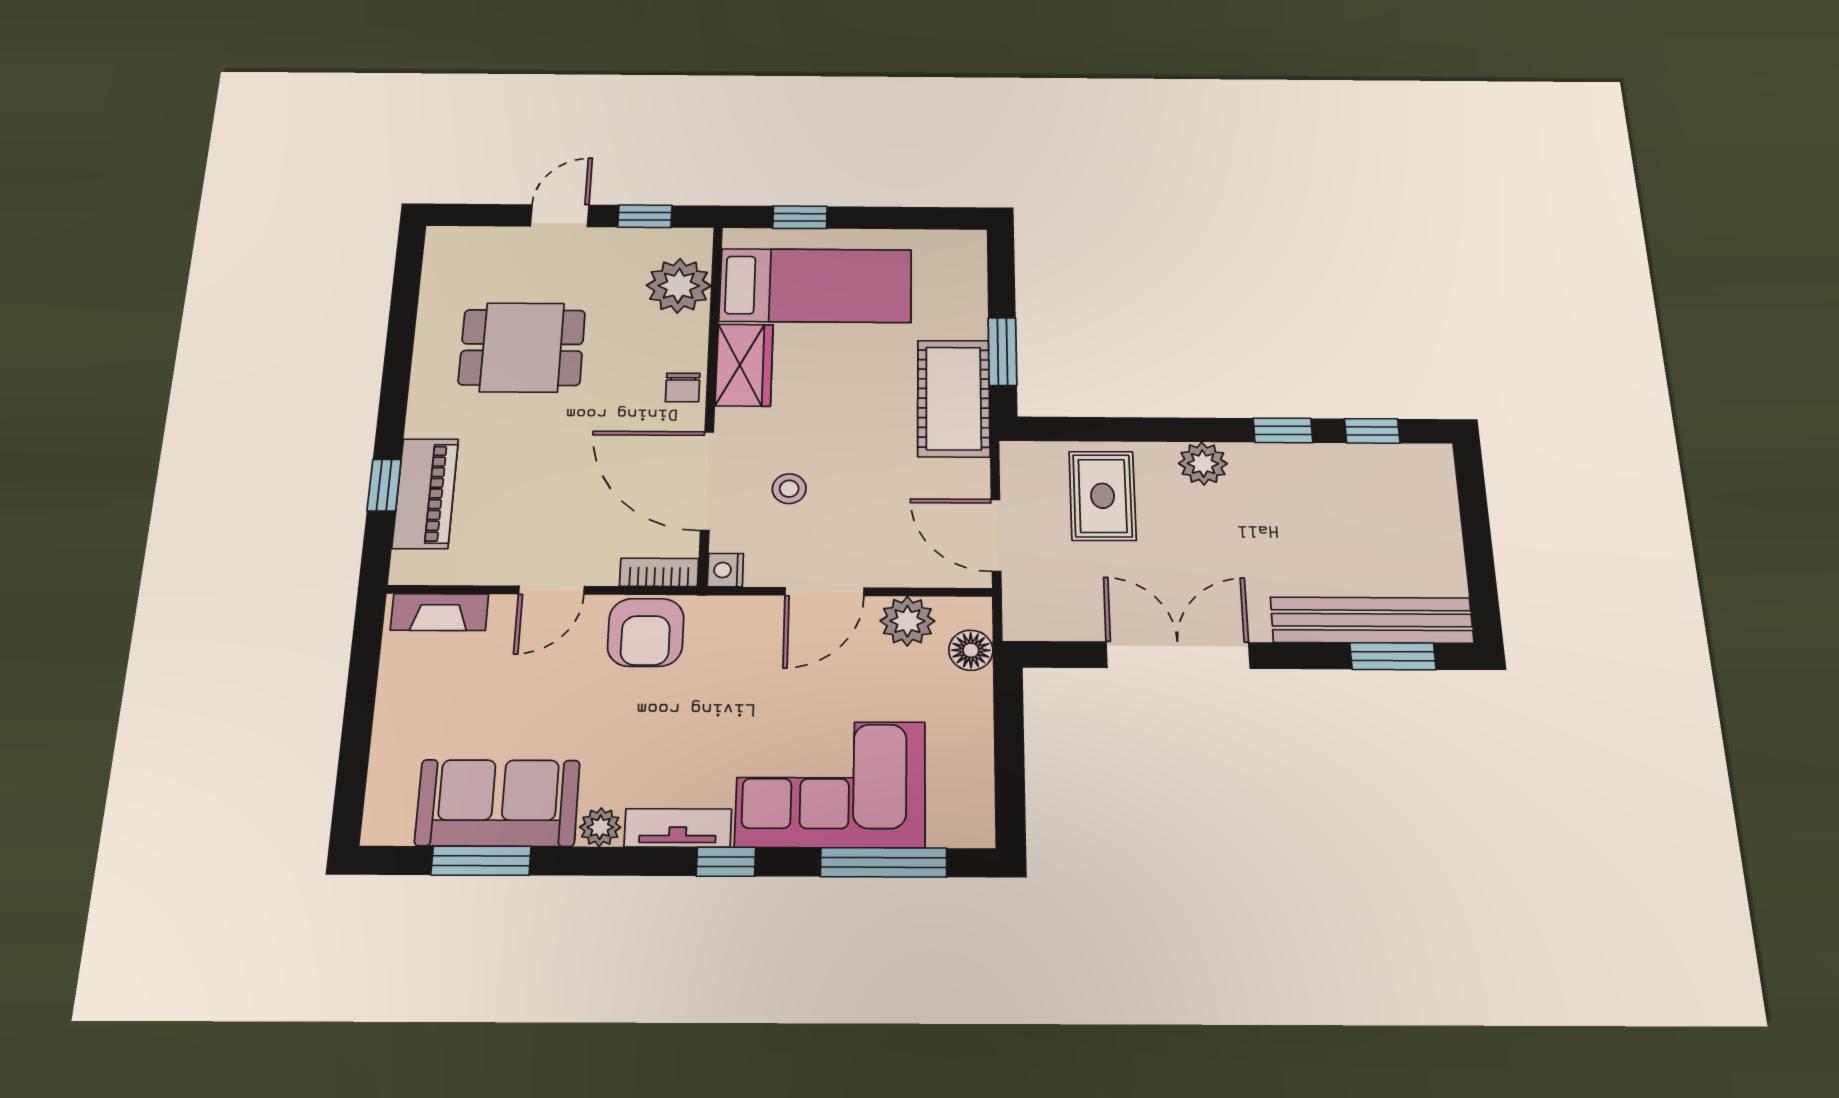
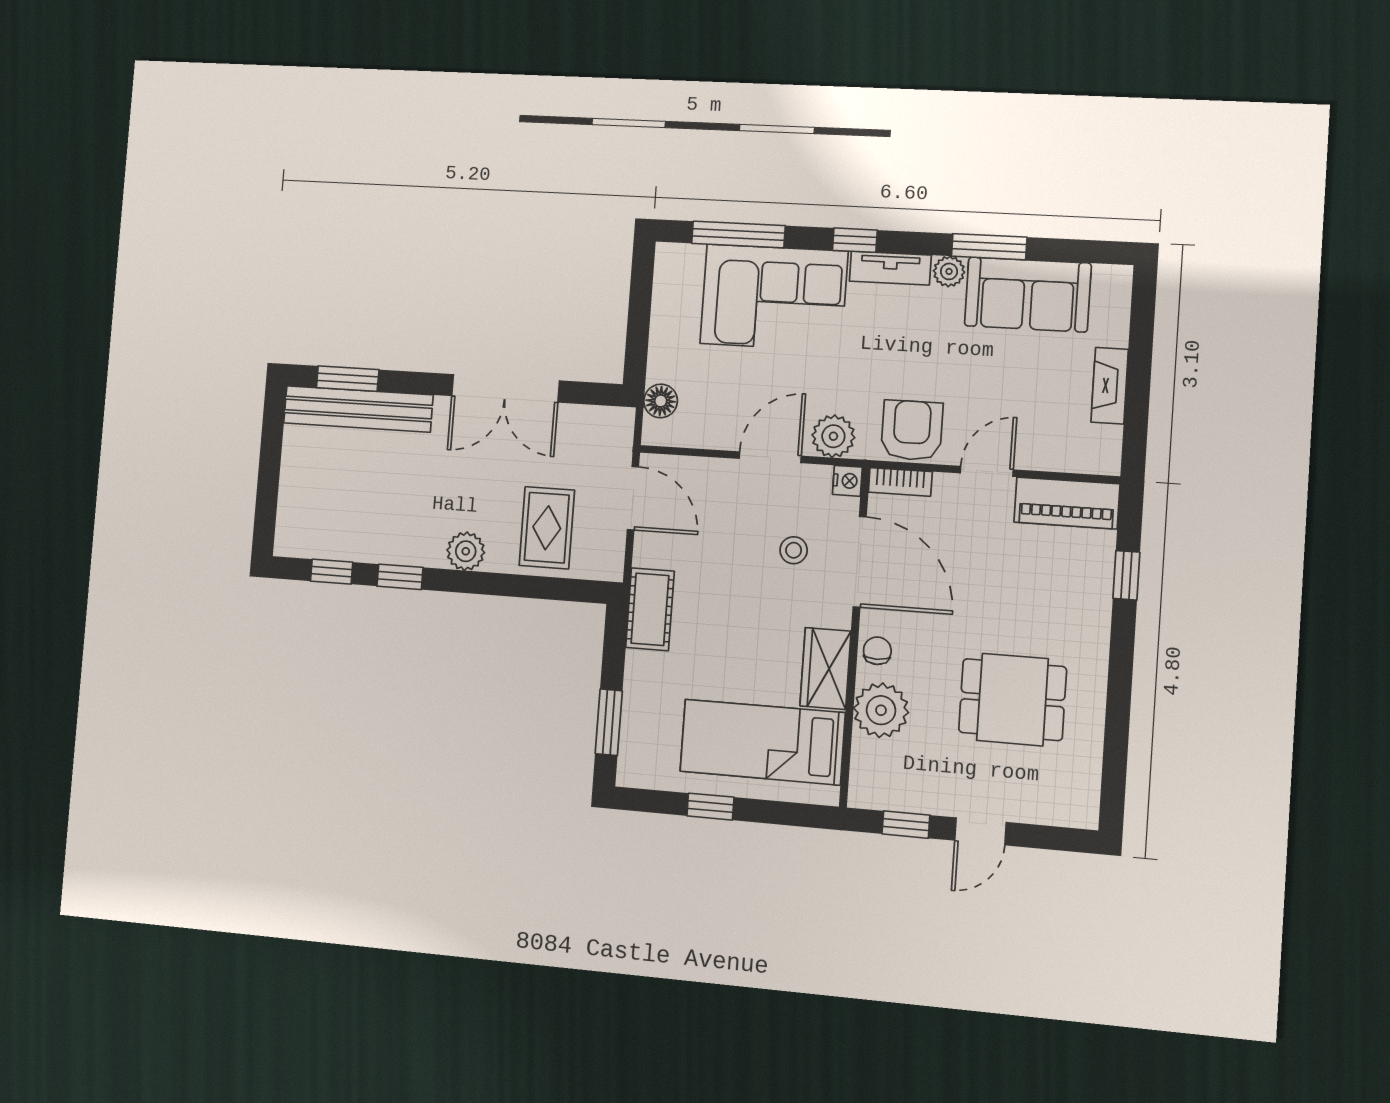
window: (800, 217) -> (710, 807), moved
plant: (679, 286) -> (881, 710), moved
window: (1002, 351) -> (609, 722), moved
cot: (954, 398) -> (650, 609), width x0.73, depth x0.75
piano: (425, 493) -> (1067, 503), moved, turned -90
fireplace: (440, 612) -> (1110, 386), moved, turned -90
plant: (907, 621) -> (833, 436), moved
window: (481, 861) -> (989, 247), moved

